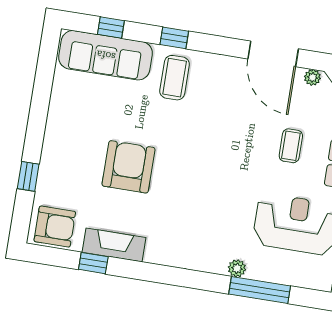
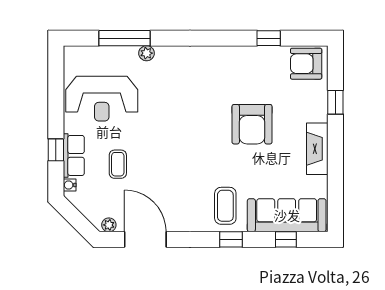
fireplace: (114, 245) -> (317, 149), moved, turned 90

